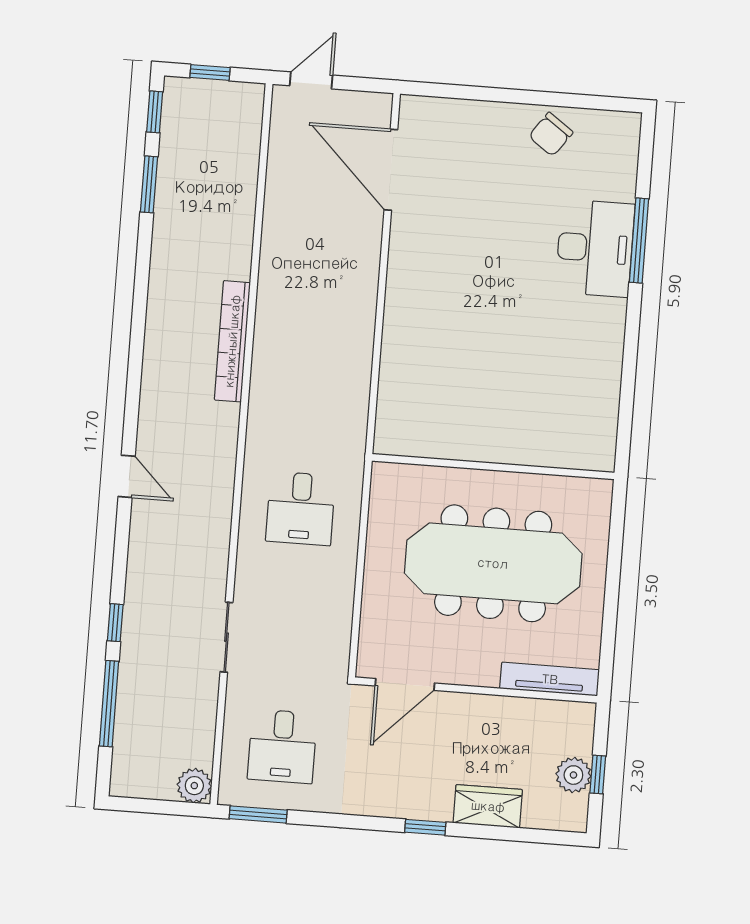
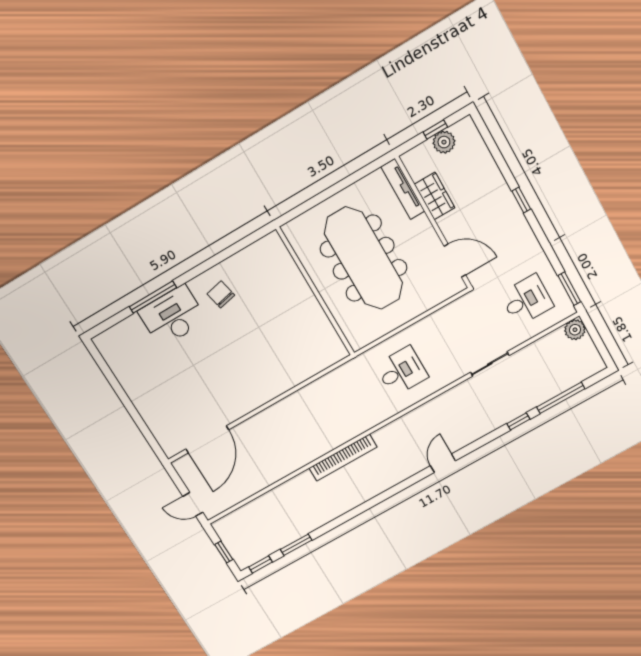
chair: (551, 134) -> (221, 294), moved, turned -138
wardrobe: (488, 806) -> (435, 196), moved, turned 180

